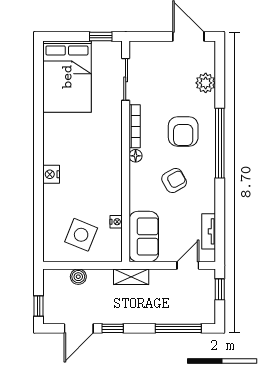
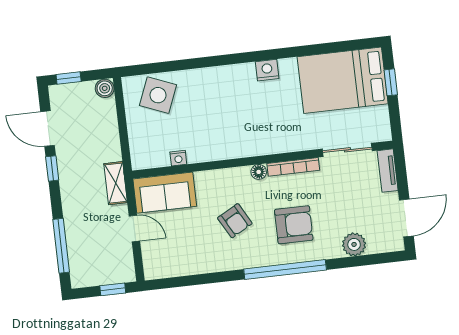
window: (101, 37) -> (391, 82), moved
armchair: (183, 131) -> (294, 225), turned 180
nightstand: (51, 174) -> (267, 70), moved
tv unit: (209, 231) -> (388, 171), moved, turned -90
side table: (81, 235) -> (158, 95), moved
door: (188, 265) -> (134, 228), moved
boiler: (78, 277) -> (105, 88), moved

